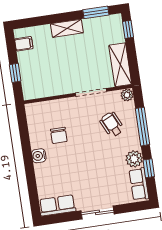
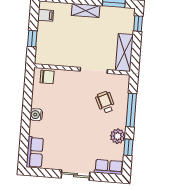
plant: (127, 95) -> (124, 80), removed
chair: (59, 135) -> (47, 77), moved, turned -90
row of seats: (139, 184) -> (109, 167), moved, turned 90
row of seats: (57, 205) -> (35, 152), moved, turned 90

